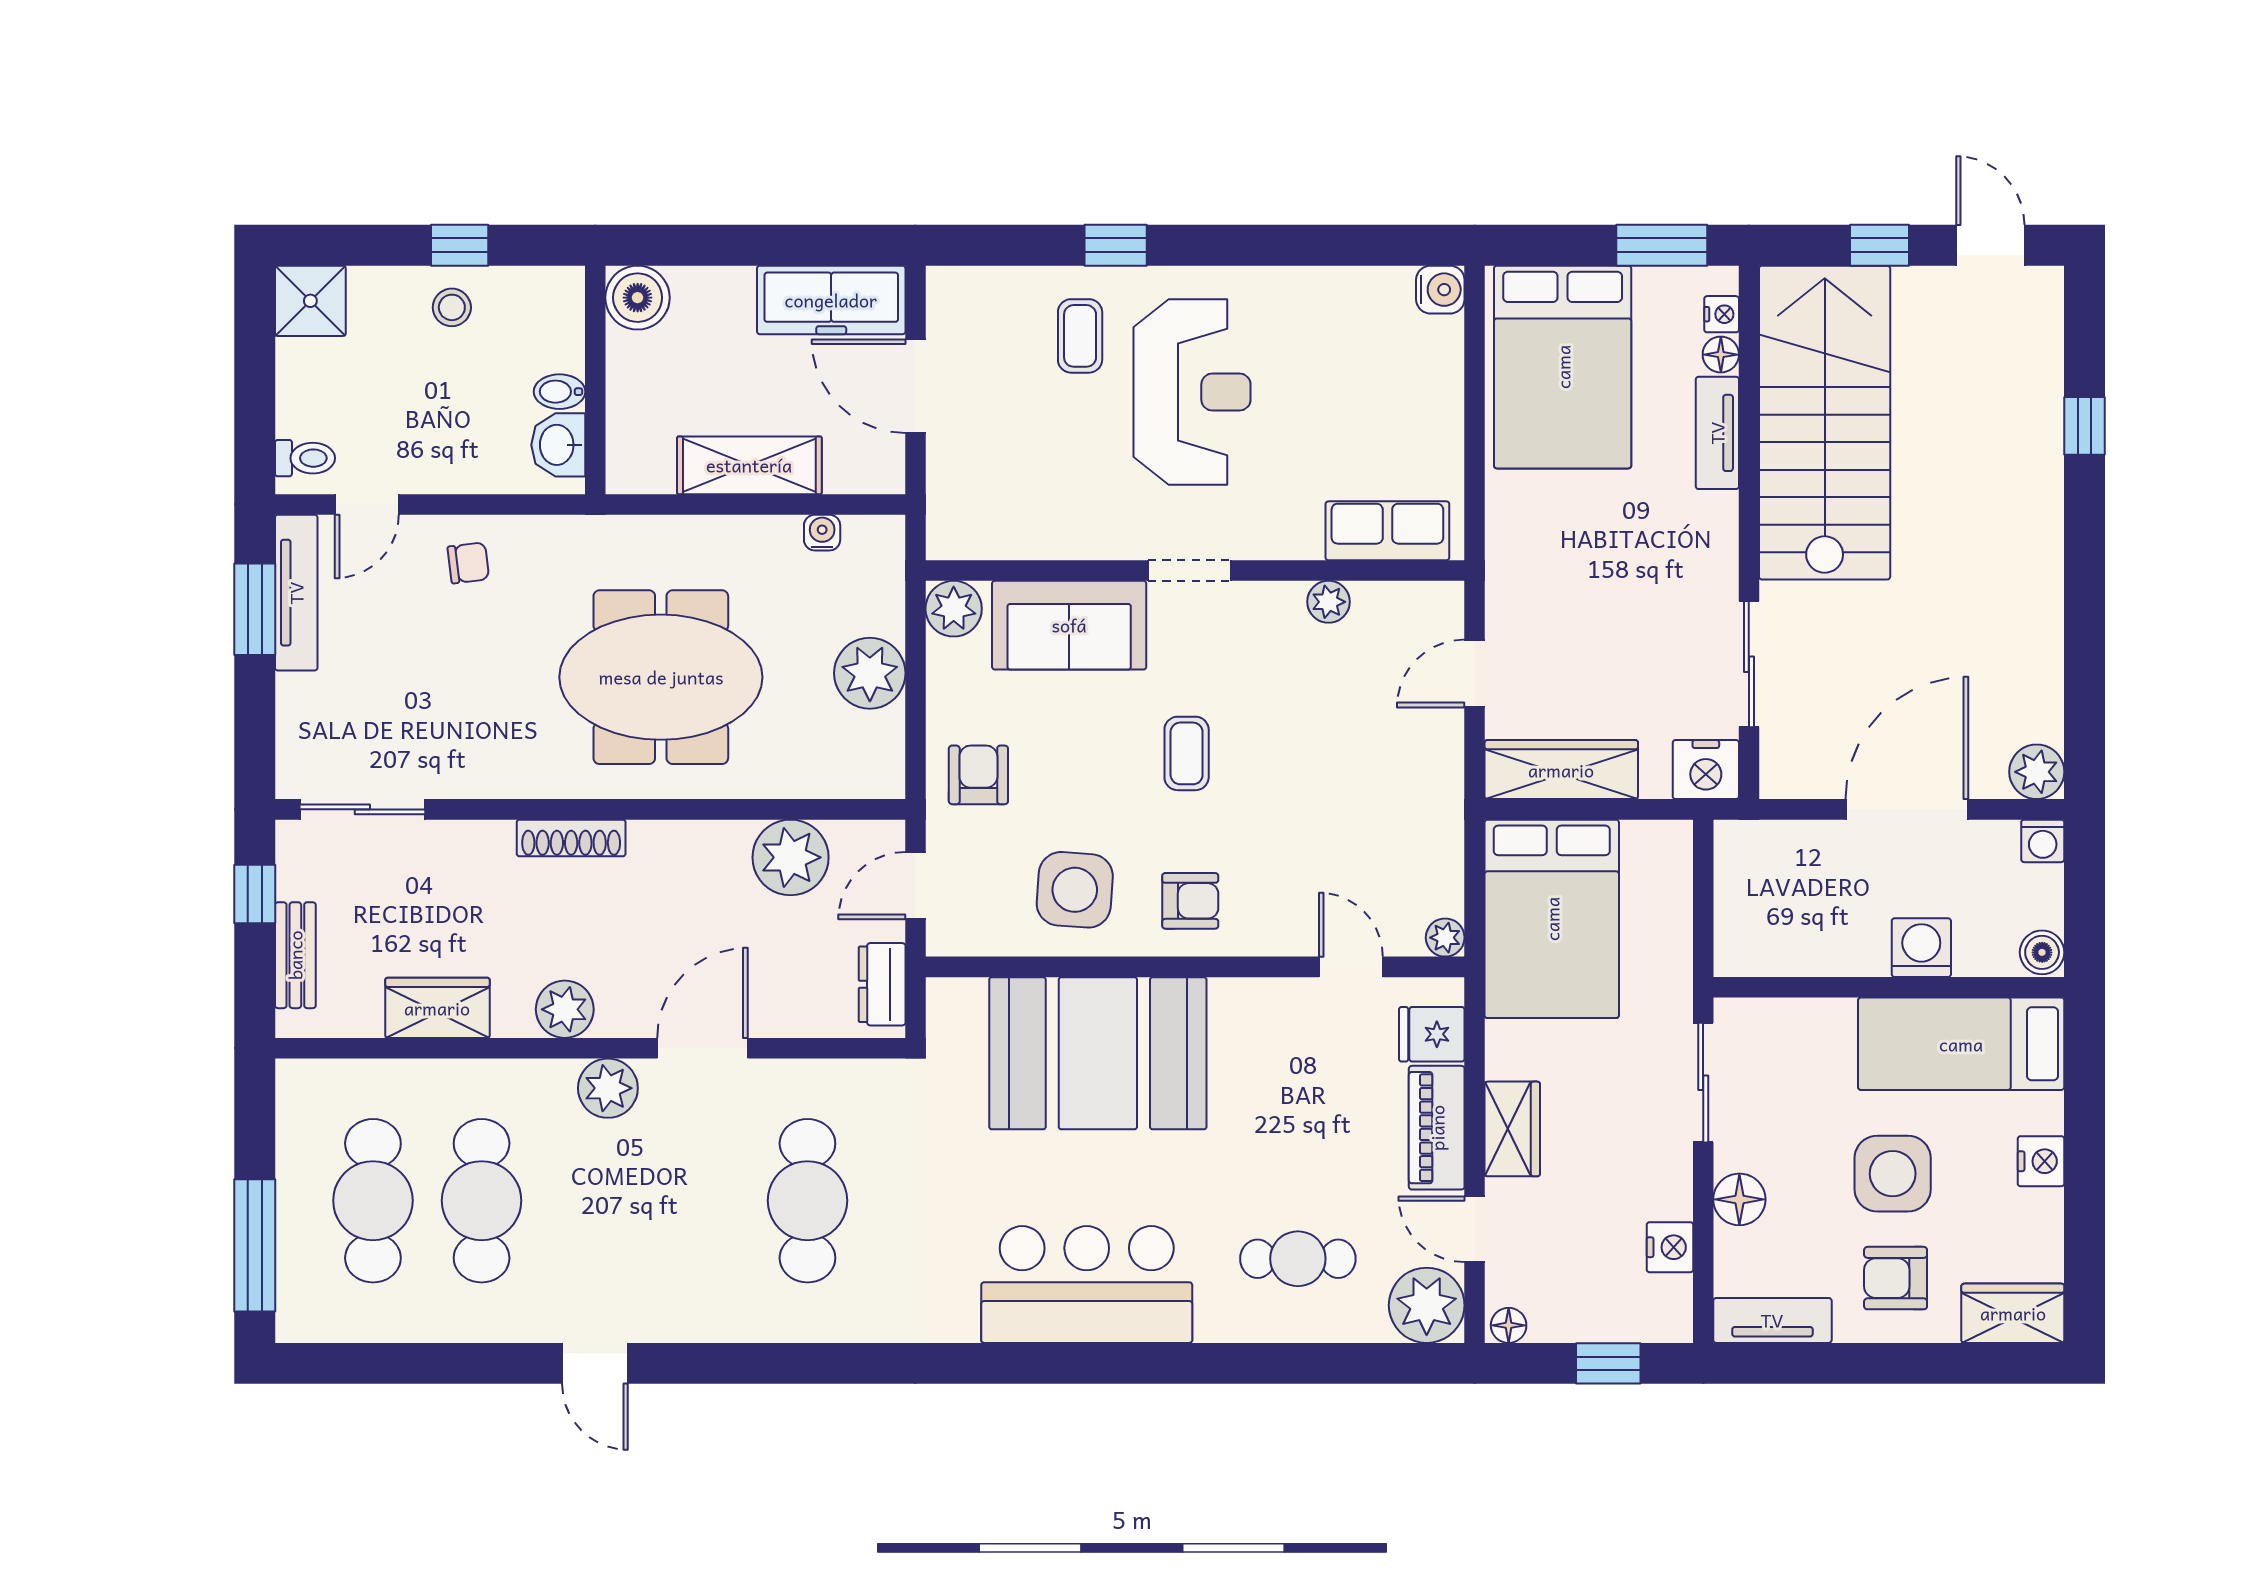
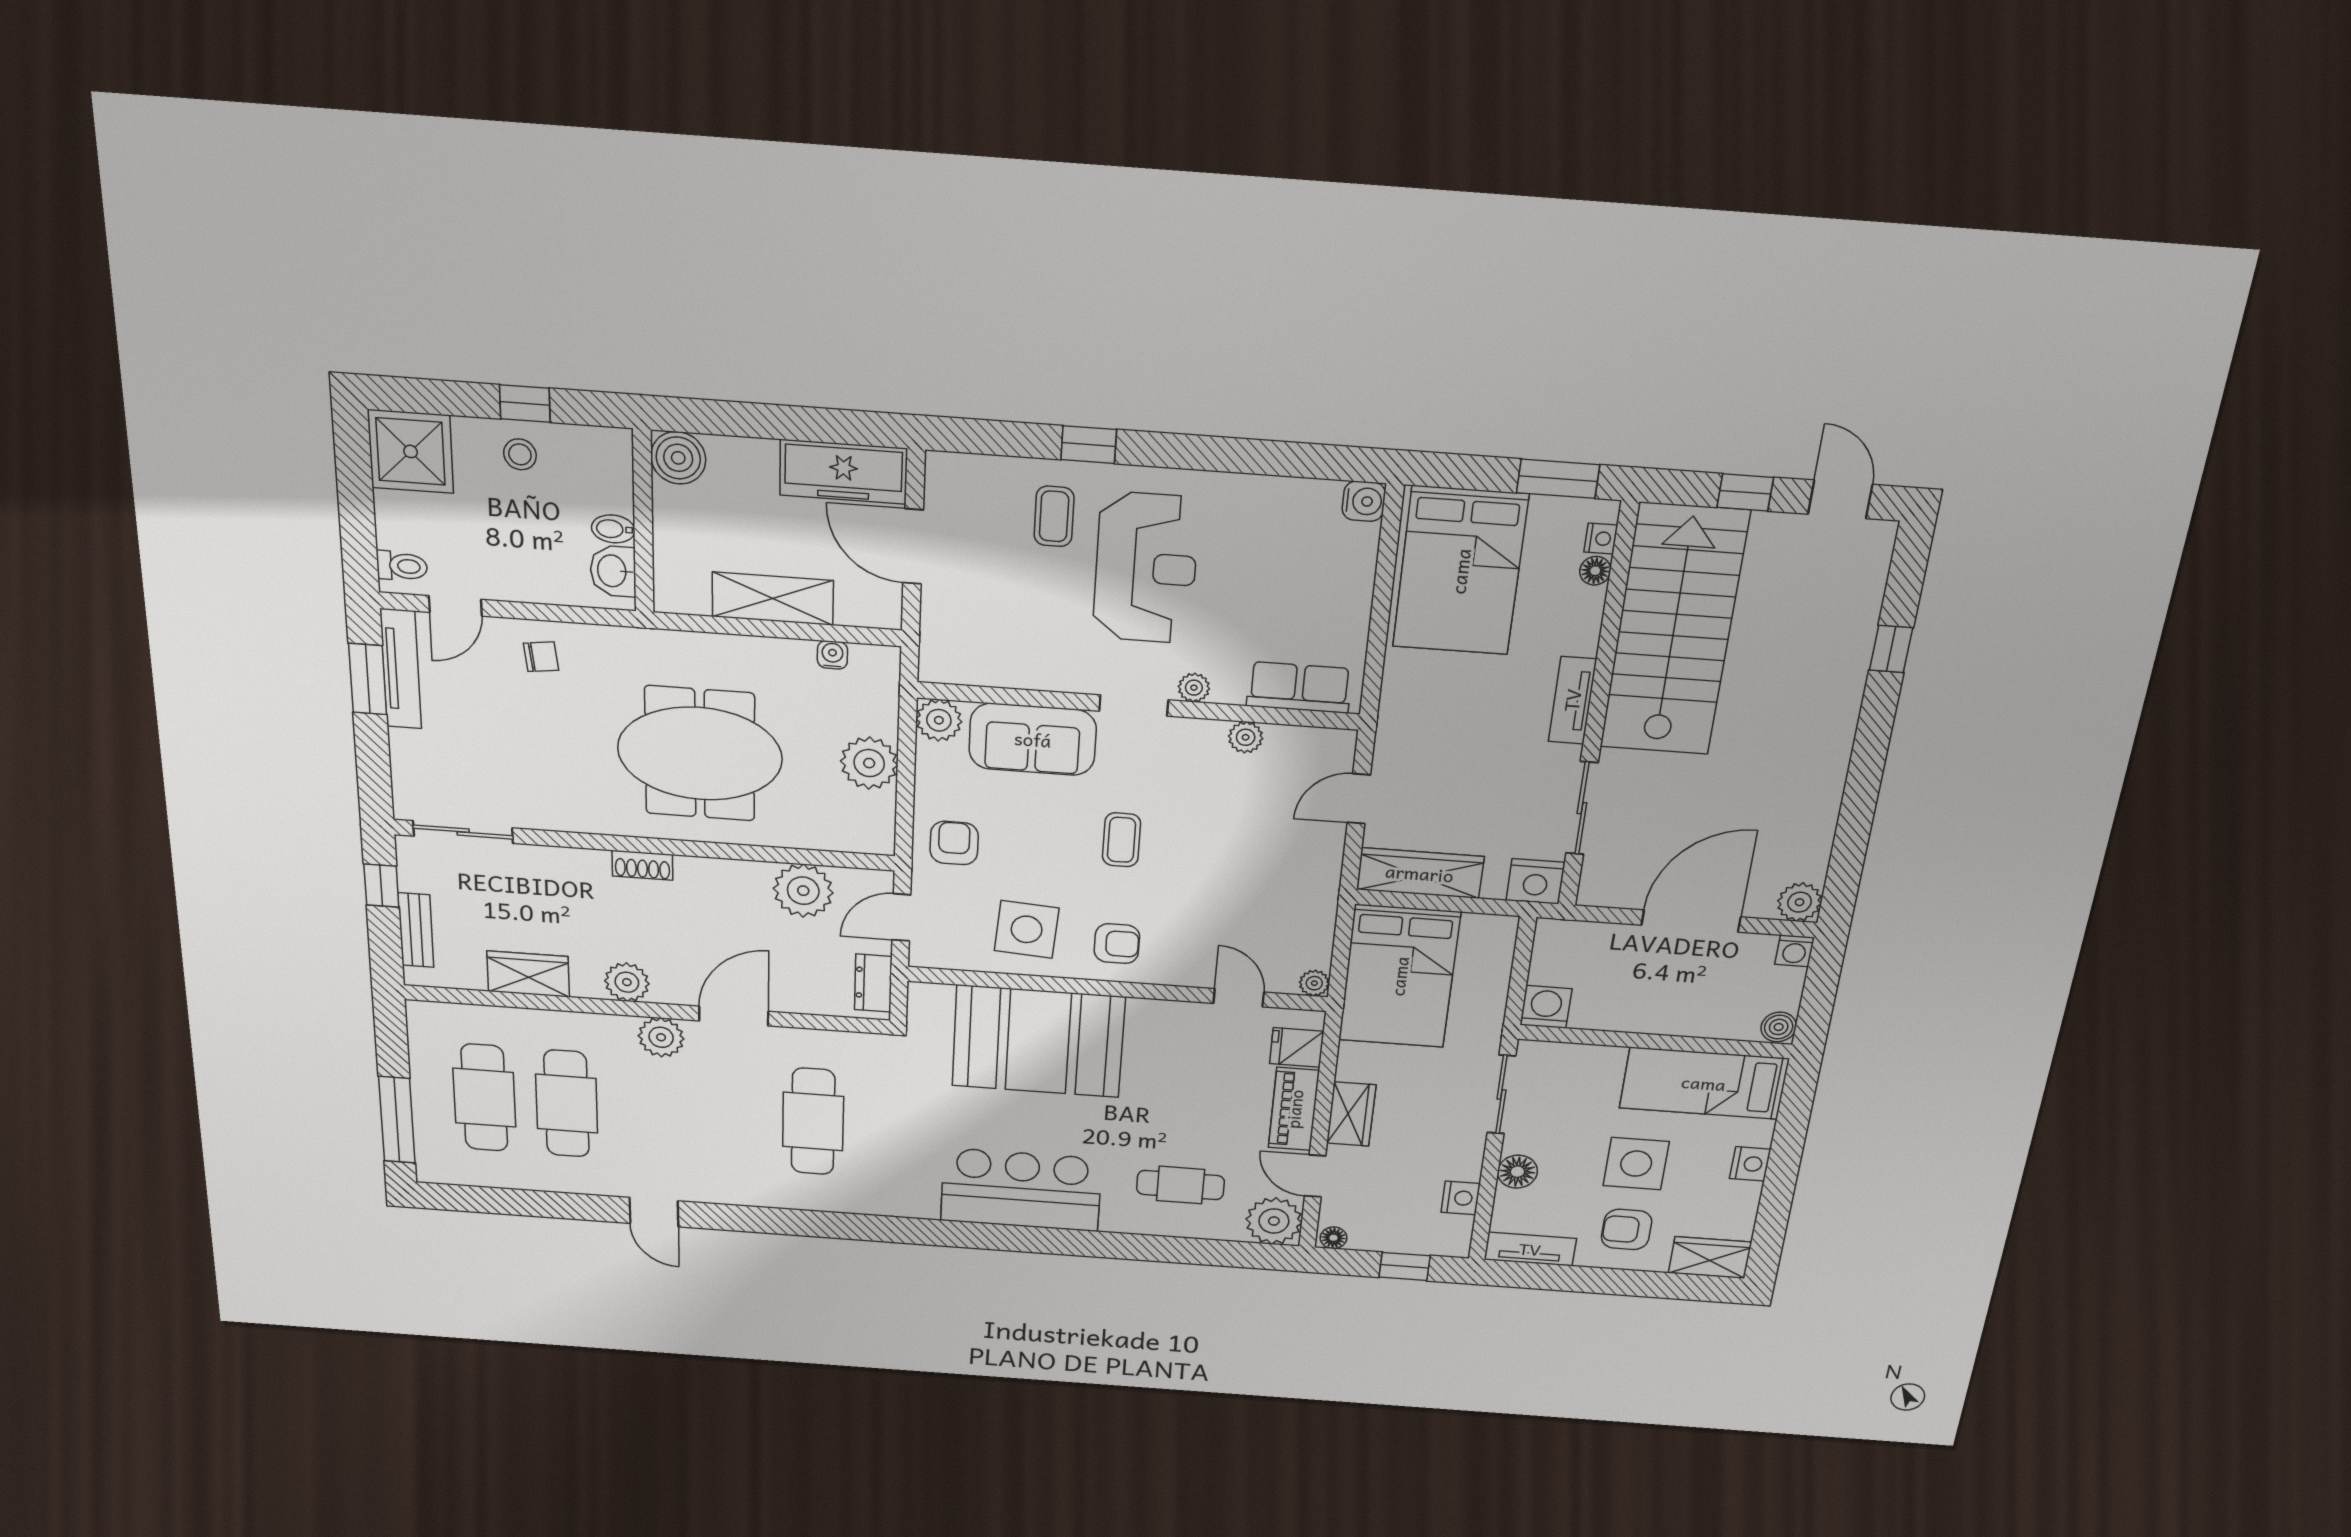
shower: (310, 301) -> (411, 451), width x1.36, depth x1.36
tv unit: (1717, 433) -> (1572, 700), moved
plant: (1261, 541) -> (1194, 688), added
shoe rack: (571, 838) -> (642, 865), width x0.70
washing machine: (1921, 948) -> (1546, 1007), moved

